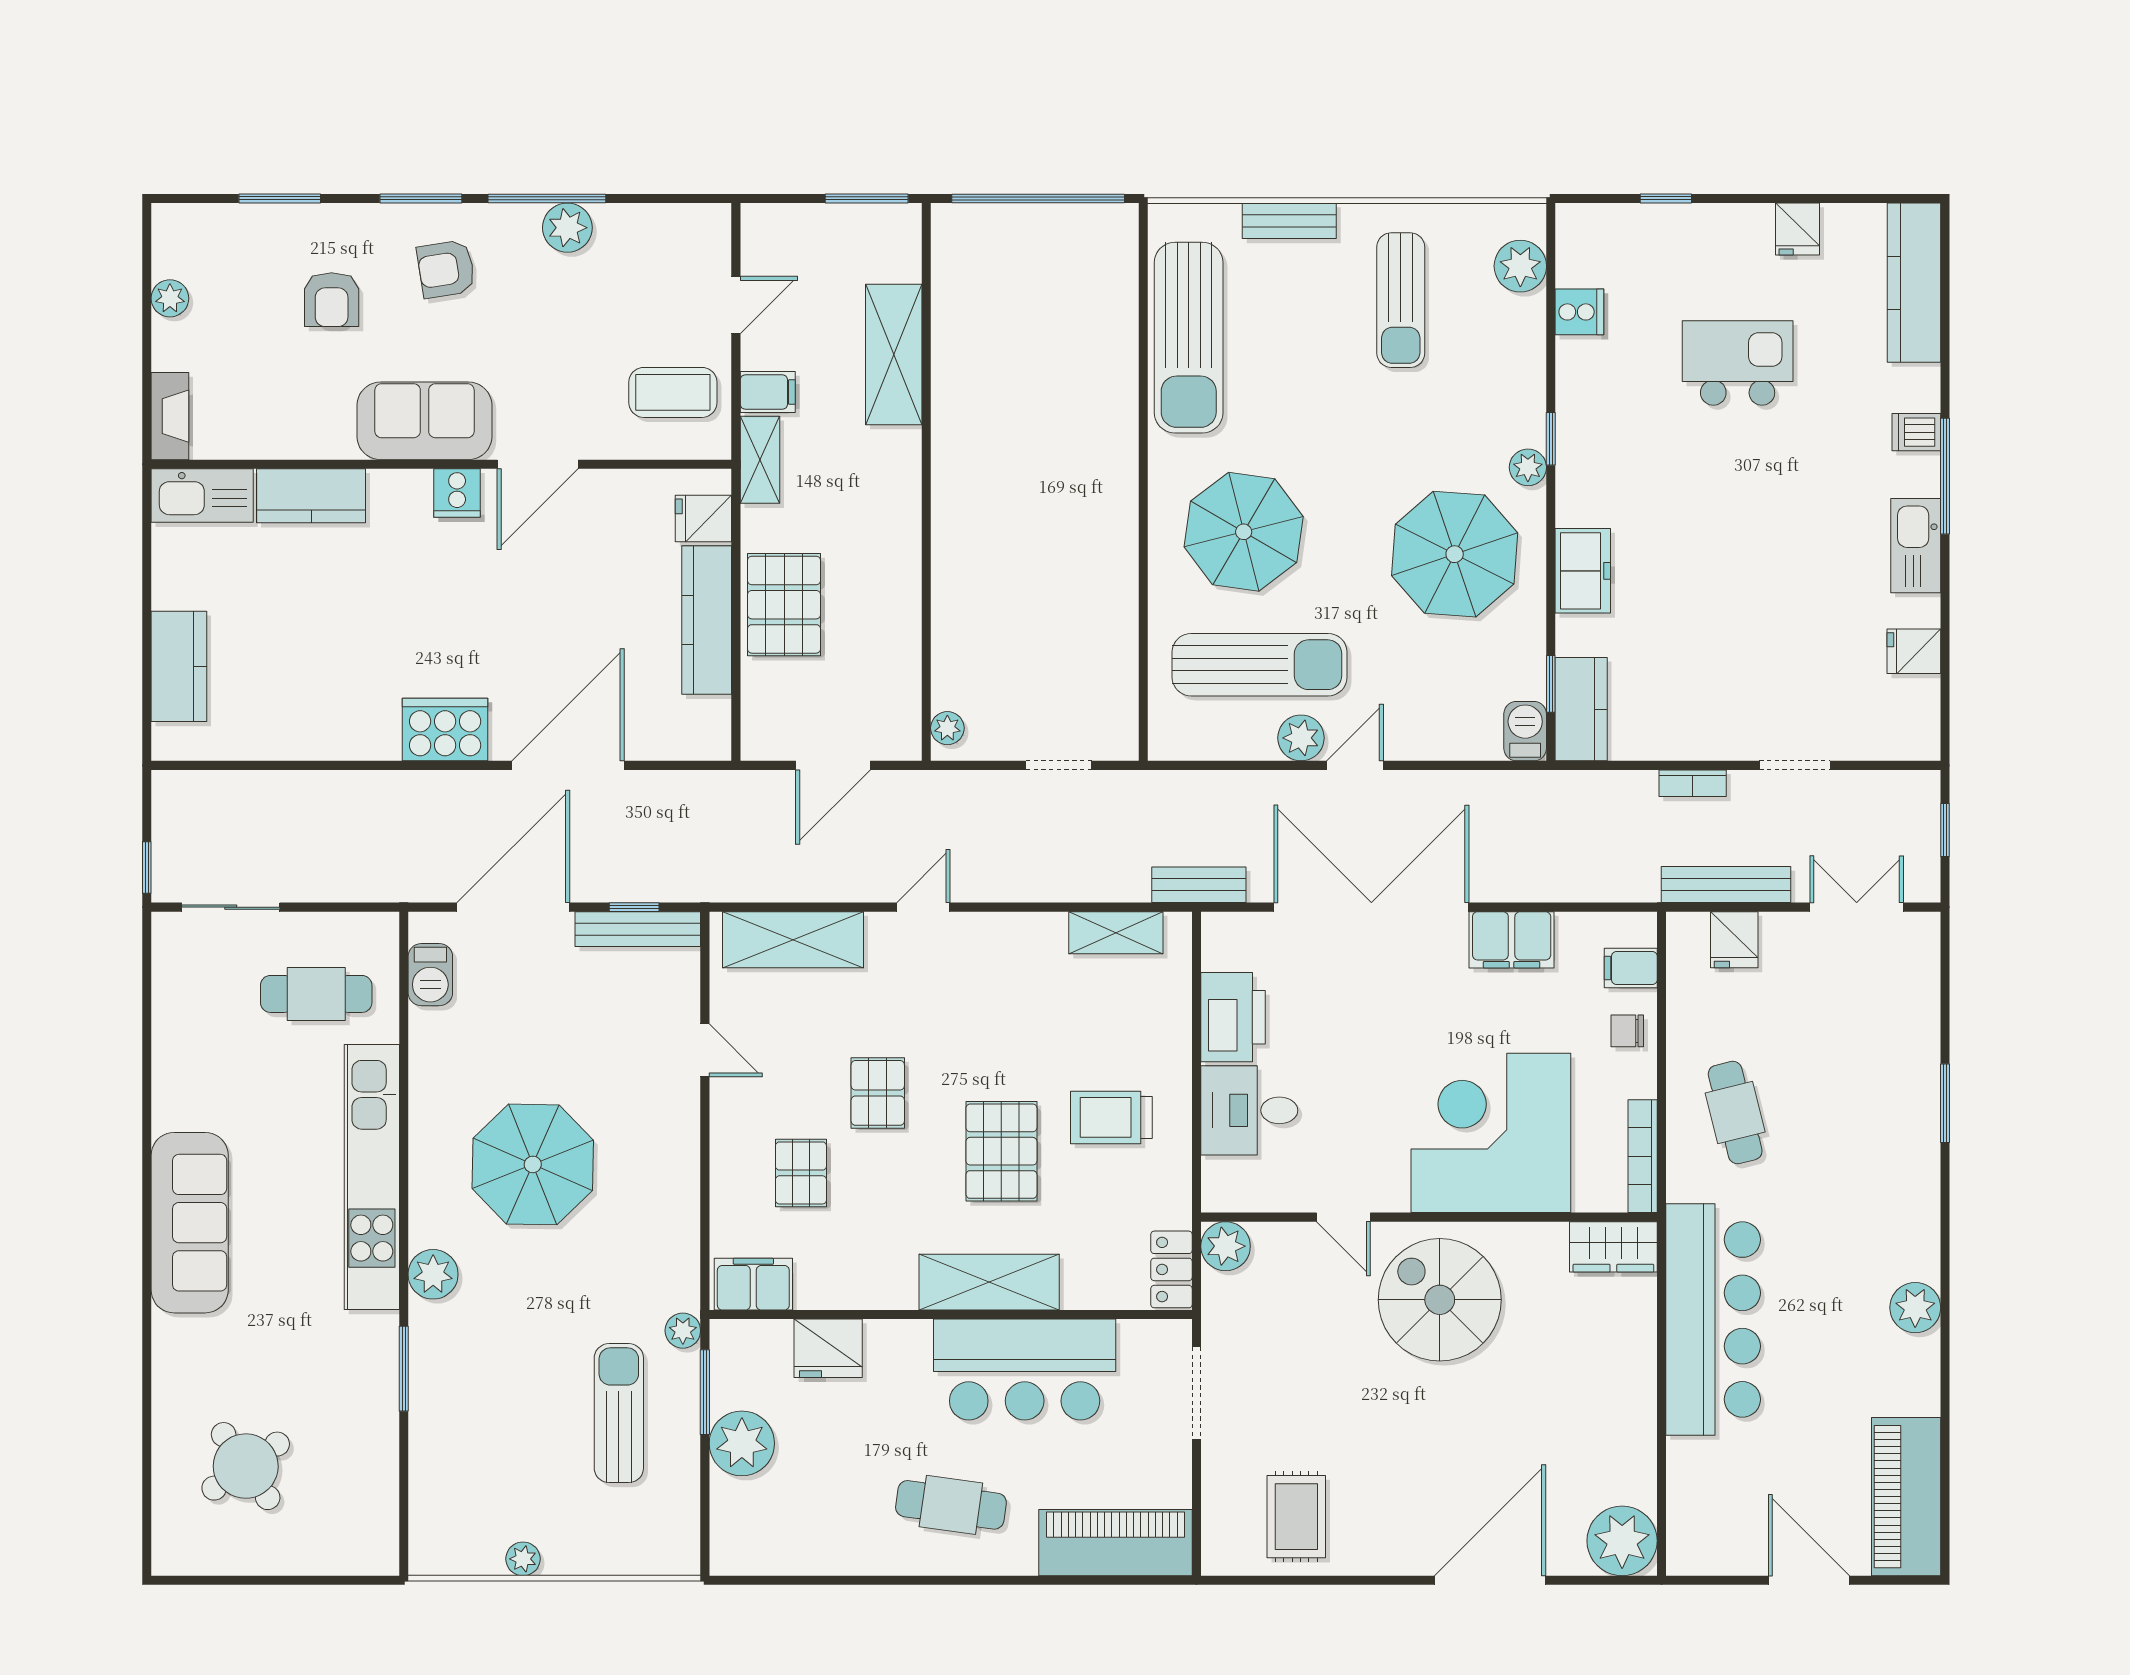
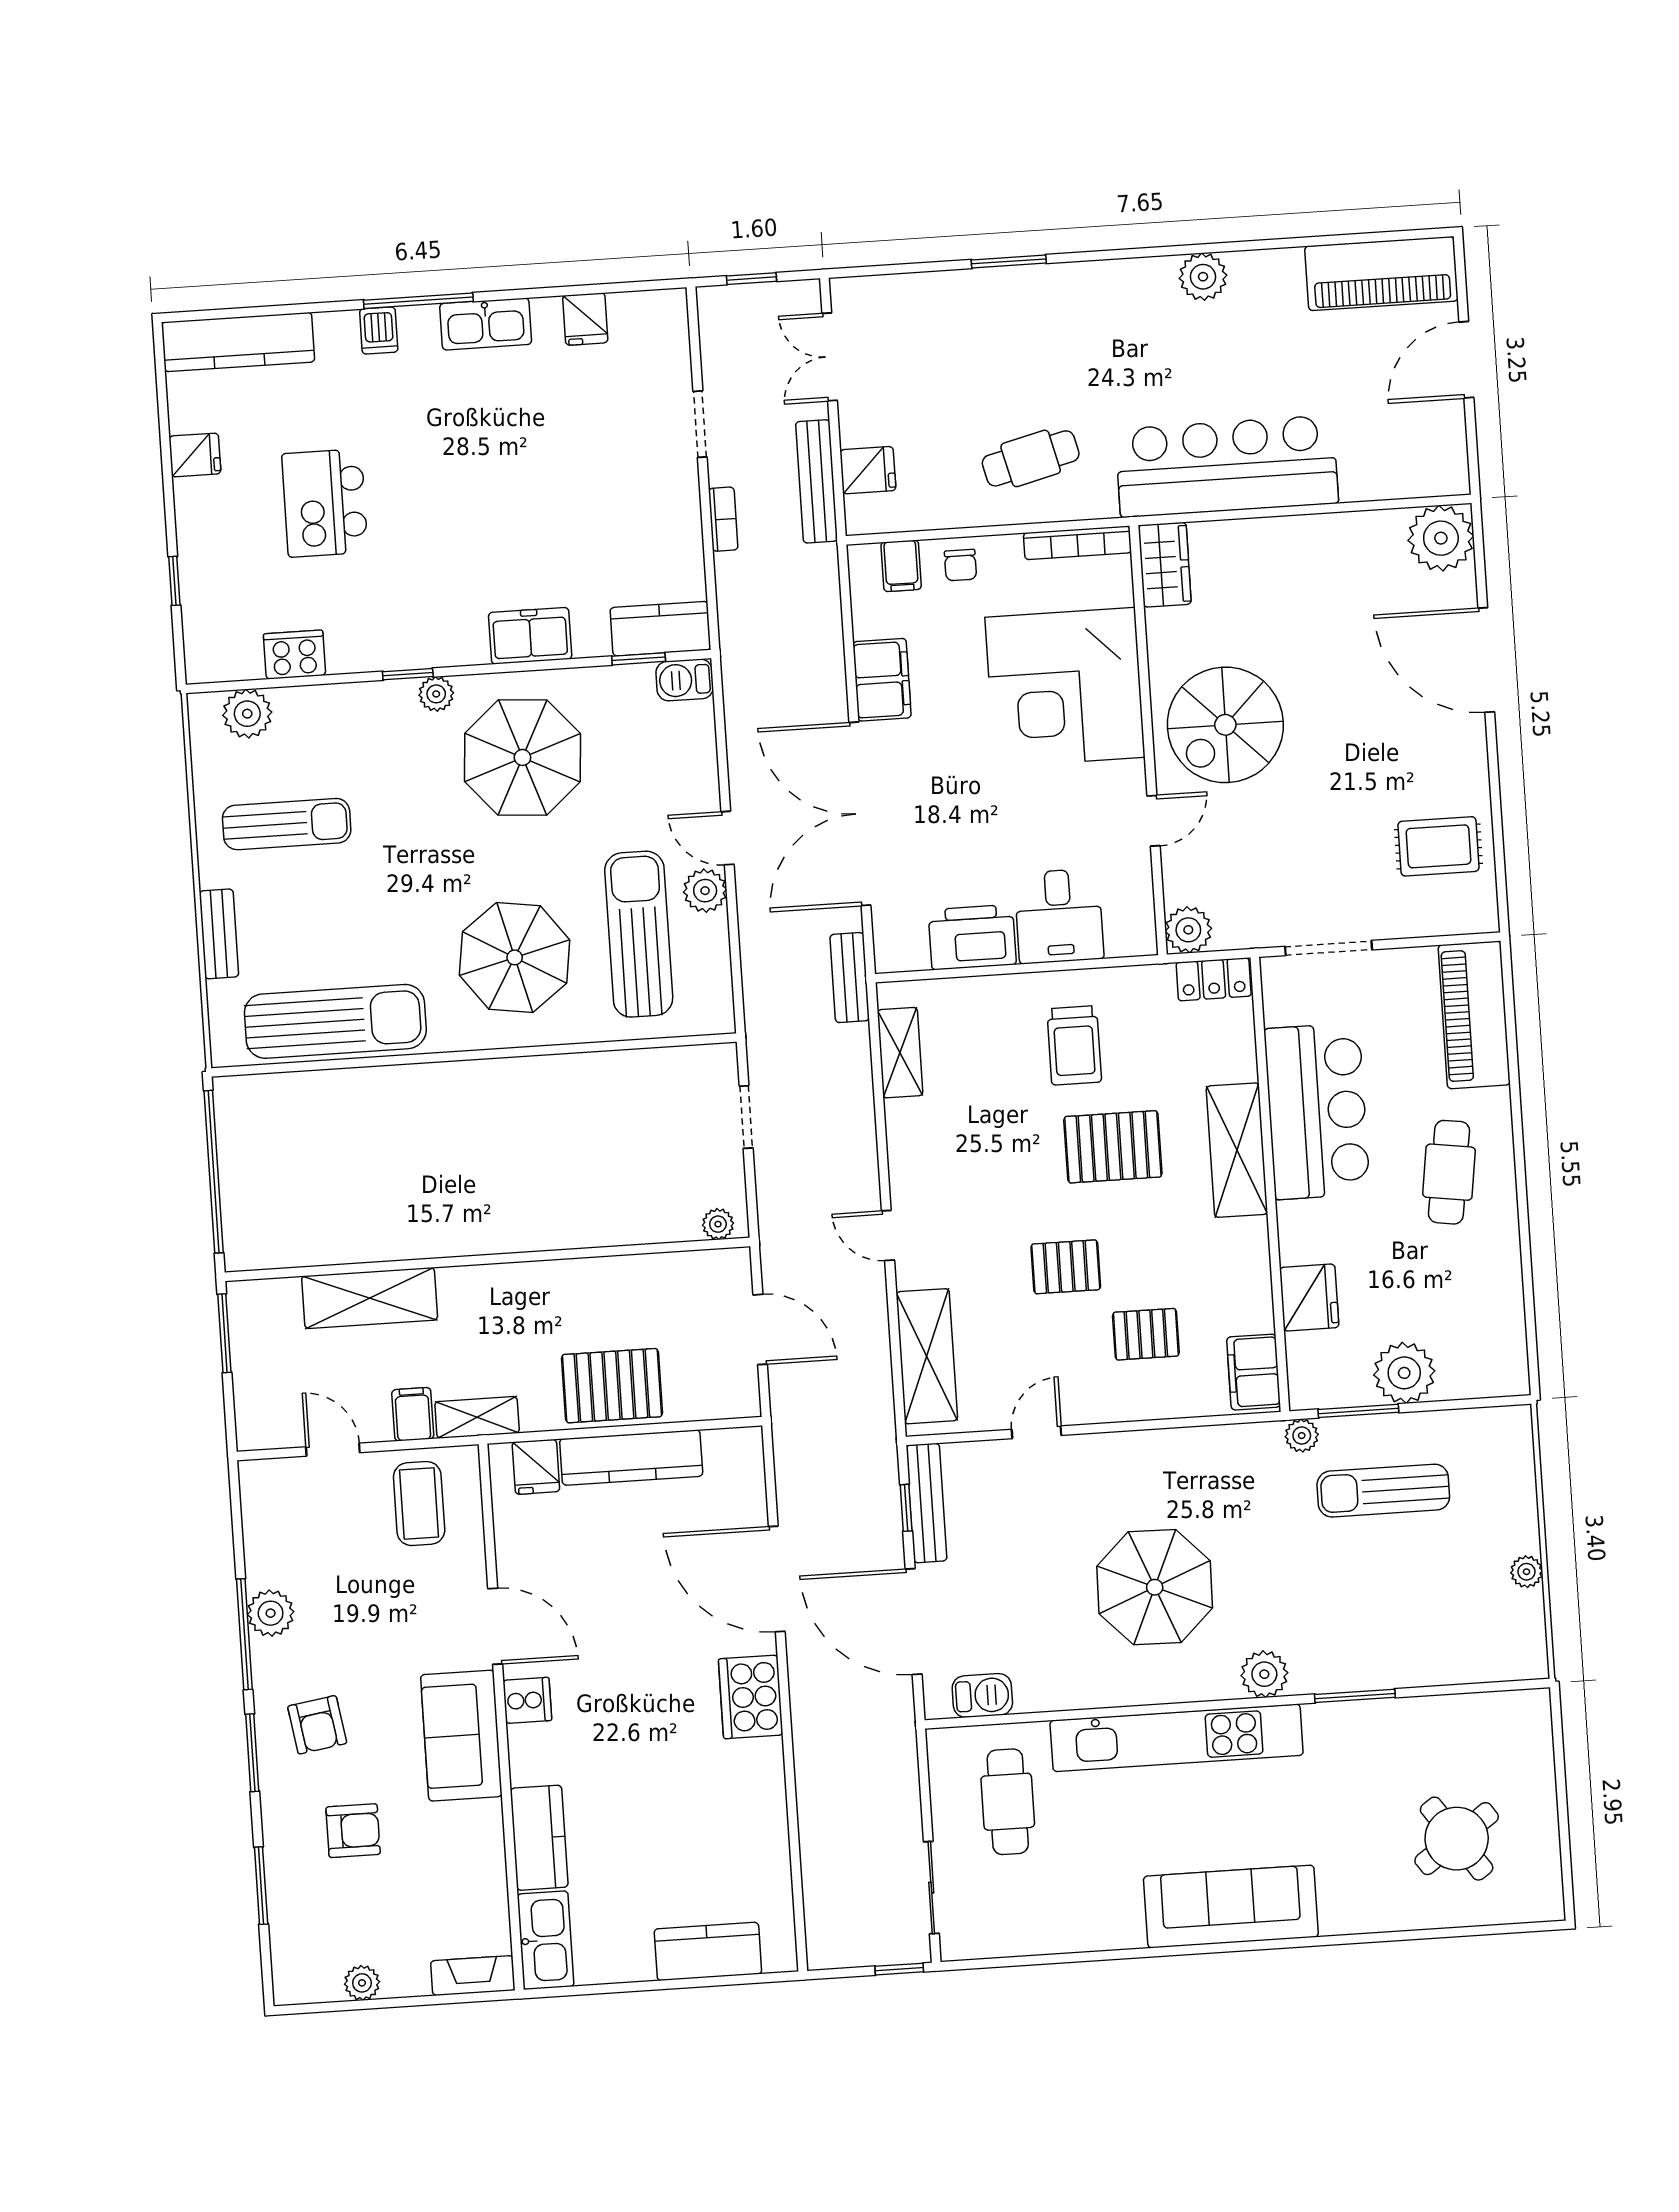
cooker: (1579, 312) -> (295, 655), width x1.36

